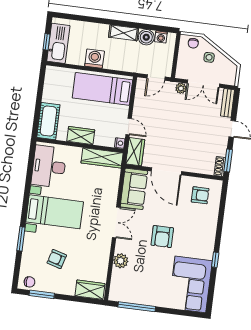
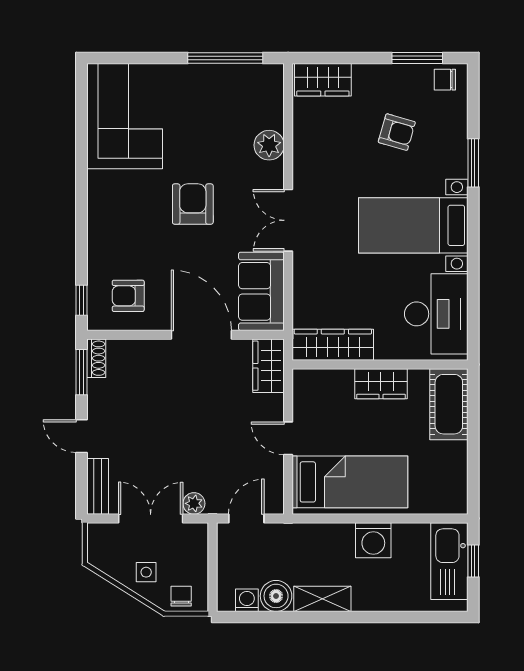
door: (129, 126) -> (288, 438), moved
nightstand: (120, 143) -> (302, 379), removed
window: (215, 260) -> (82, 300), moved

